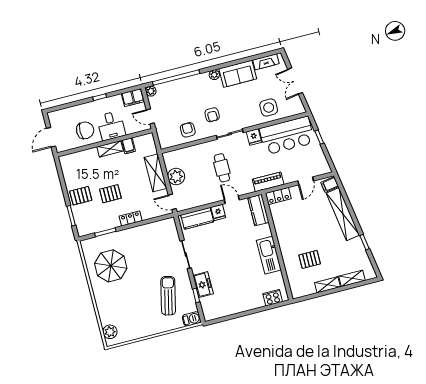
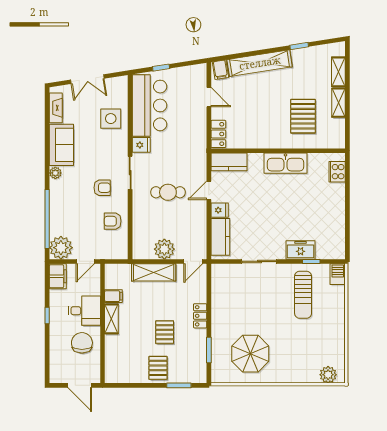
plant: (151, 91) -> (61, 248), width x1.87, depth x1.87
piano: (268, 182) -> (199, 142), removed
pallet: (310, 259) -> (303, 116), width x1.50, depth x1.42
sun lounger: (168, 296) -> (303, 295), turned -103

